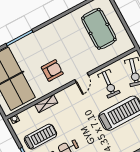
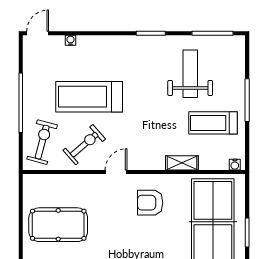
pool table: (99, 29) -> (58, 225), turned 90
exercise bike: (109, 84) -> (84, 145), turned 45

